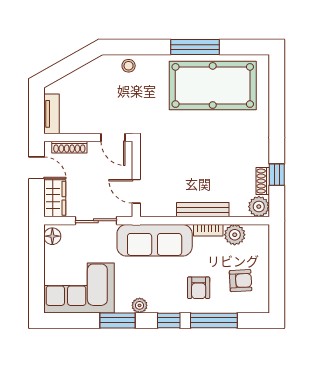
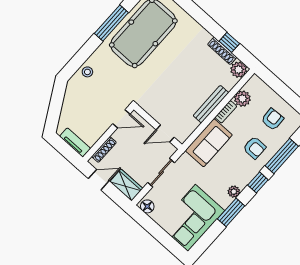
shoe rack: (263, 181) -> (222, 51), width x1.43
sofa: (155, 240) -> (209, 143), width x0.73

